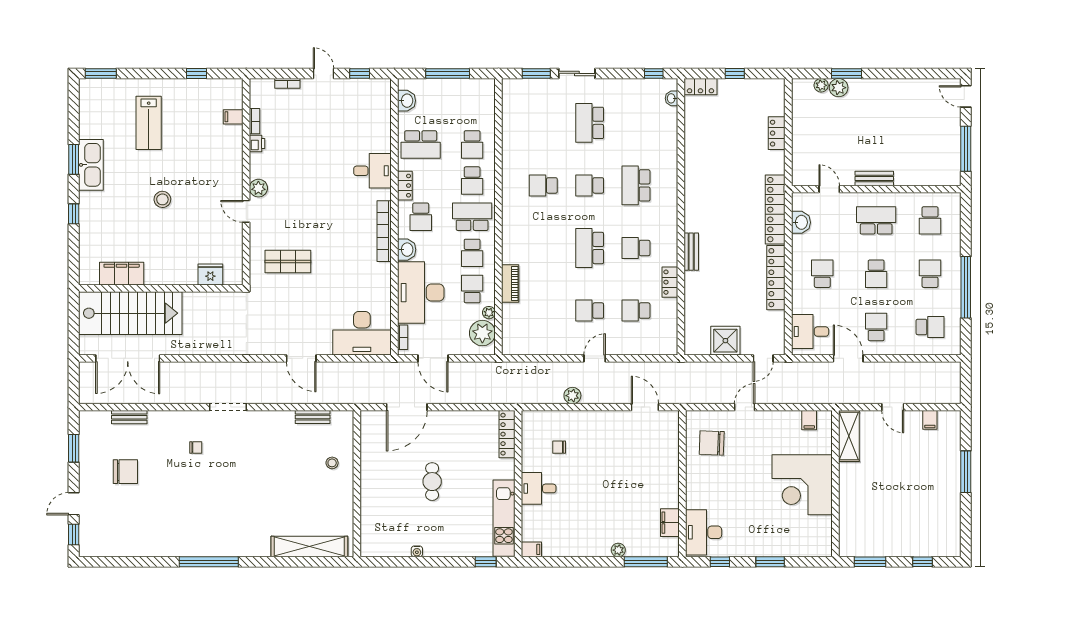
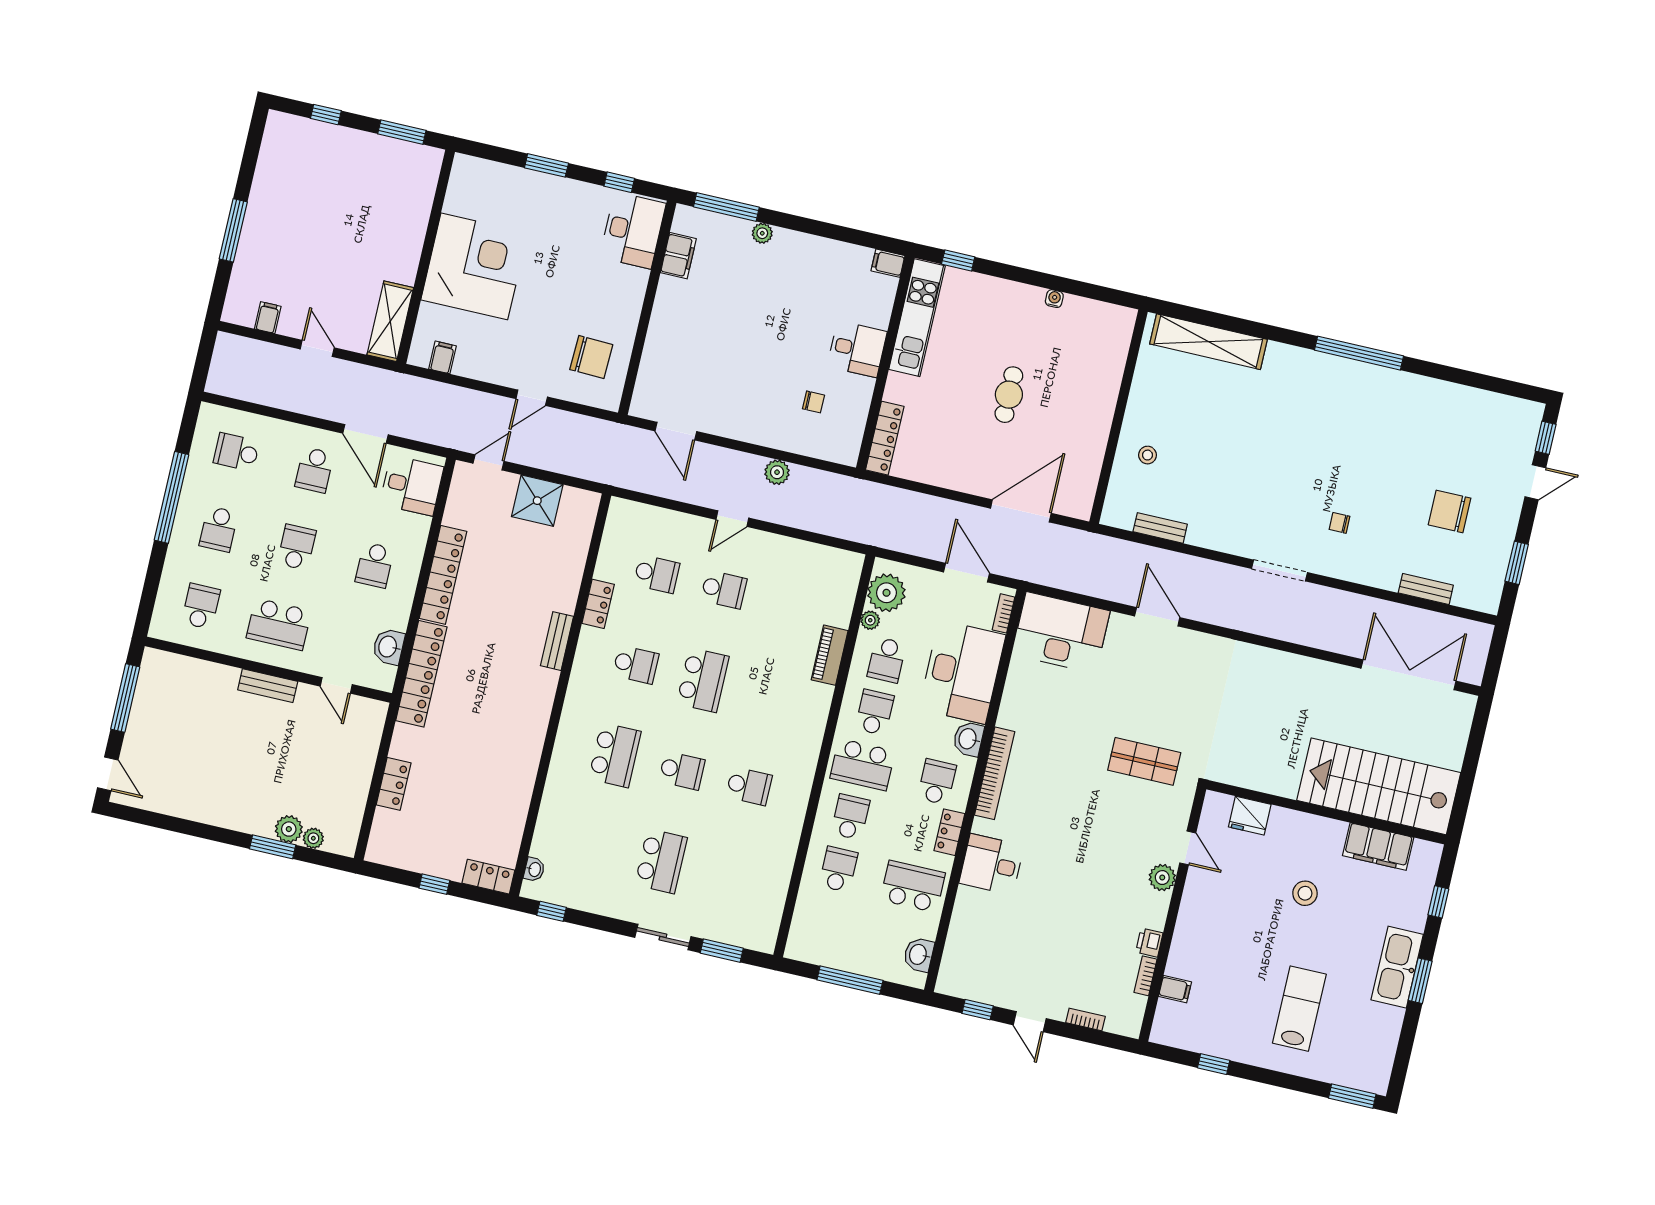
filing cabinet: (122, 274) -> (1378, 846), moved
fridge: (210, 274) -> (1250, 816), moved
wall: (161, 288) -> (1326, 812), moved
stairs: (130, 313) -> (1379, 786), moved

